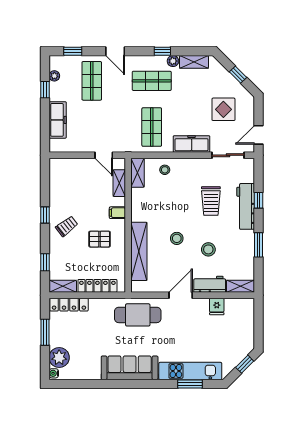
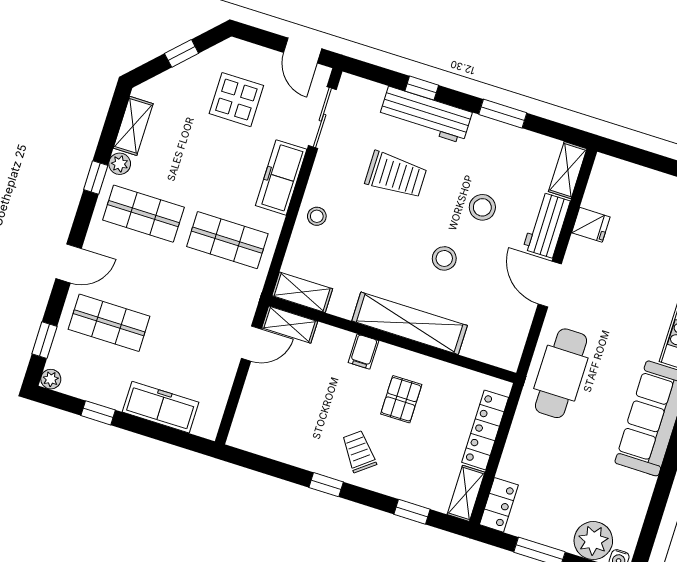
plant: (54, 76) -> (51, 379), moved
shop shelf: (152, 81) -> (143, 214), turned 90
stool: (165, 170) -> (317, 216), moved
shelving: (119, 183) -> (290, 325), moved
shelving: (139, 251) -> (410, 323), moved
locker: (69, 305) -> (499, 505), width x0.66

